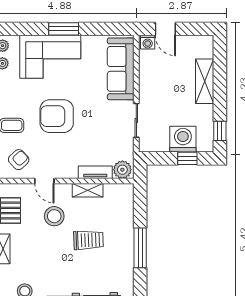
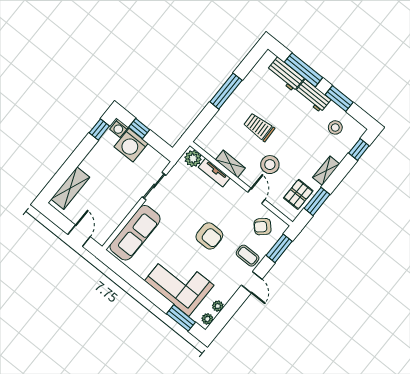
window: (64, 29) -> (181, 318), moved
washing machine: (148, 42) -> (119, 128), moved, turned 180
shelving: (205, 81) -> (70, 188), moved
armchair: (57, 116) -> (209, 236), width x0.73, depth x0.73

